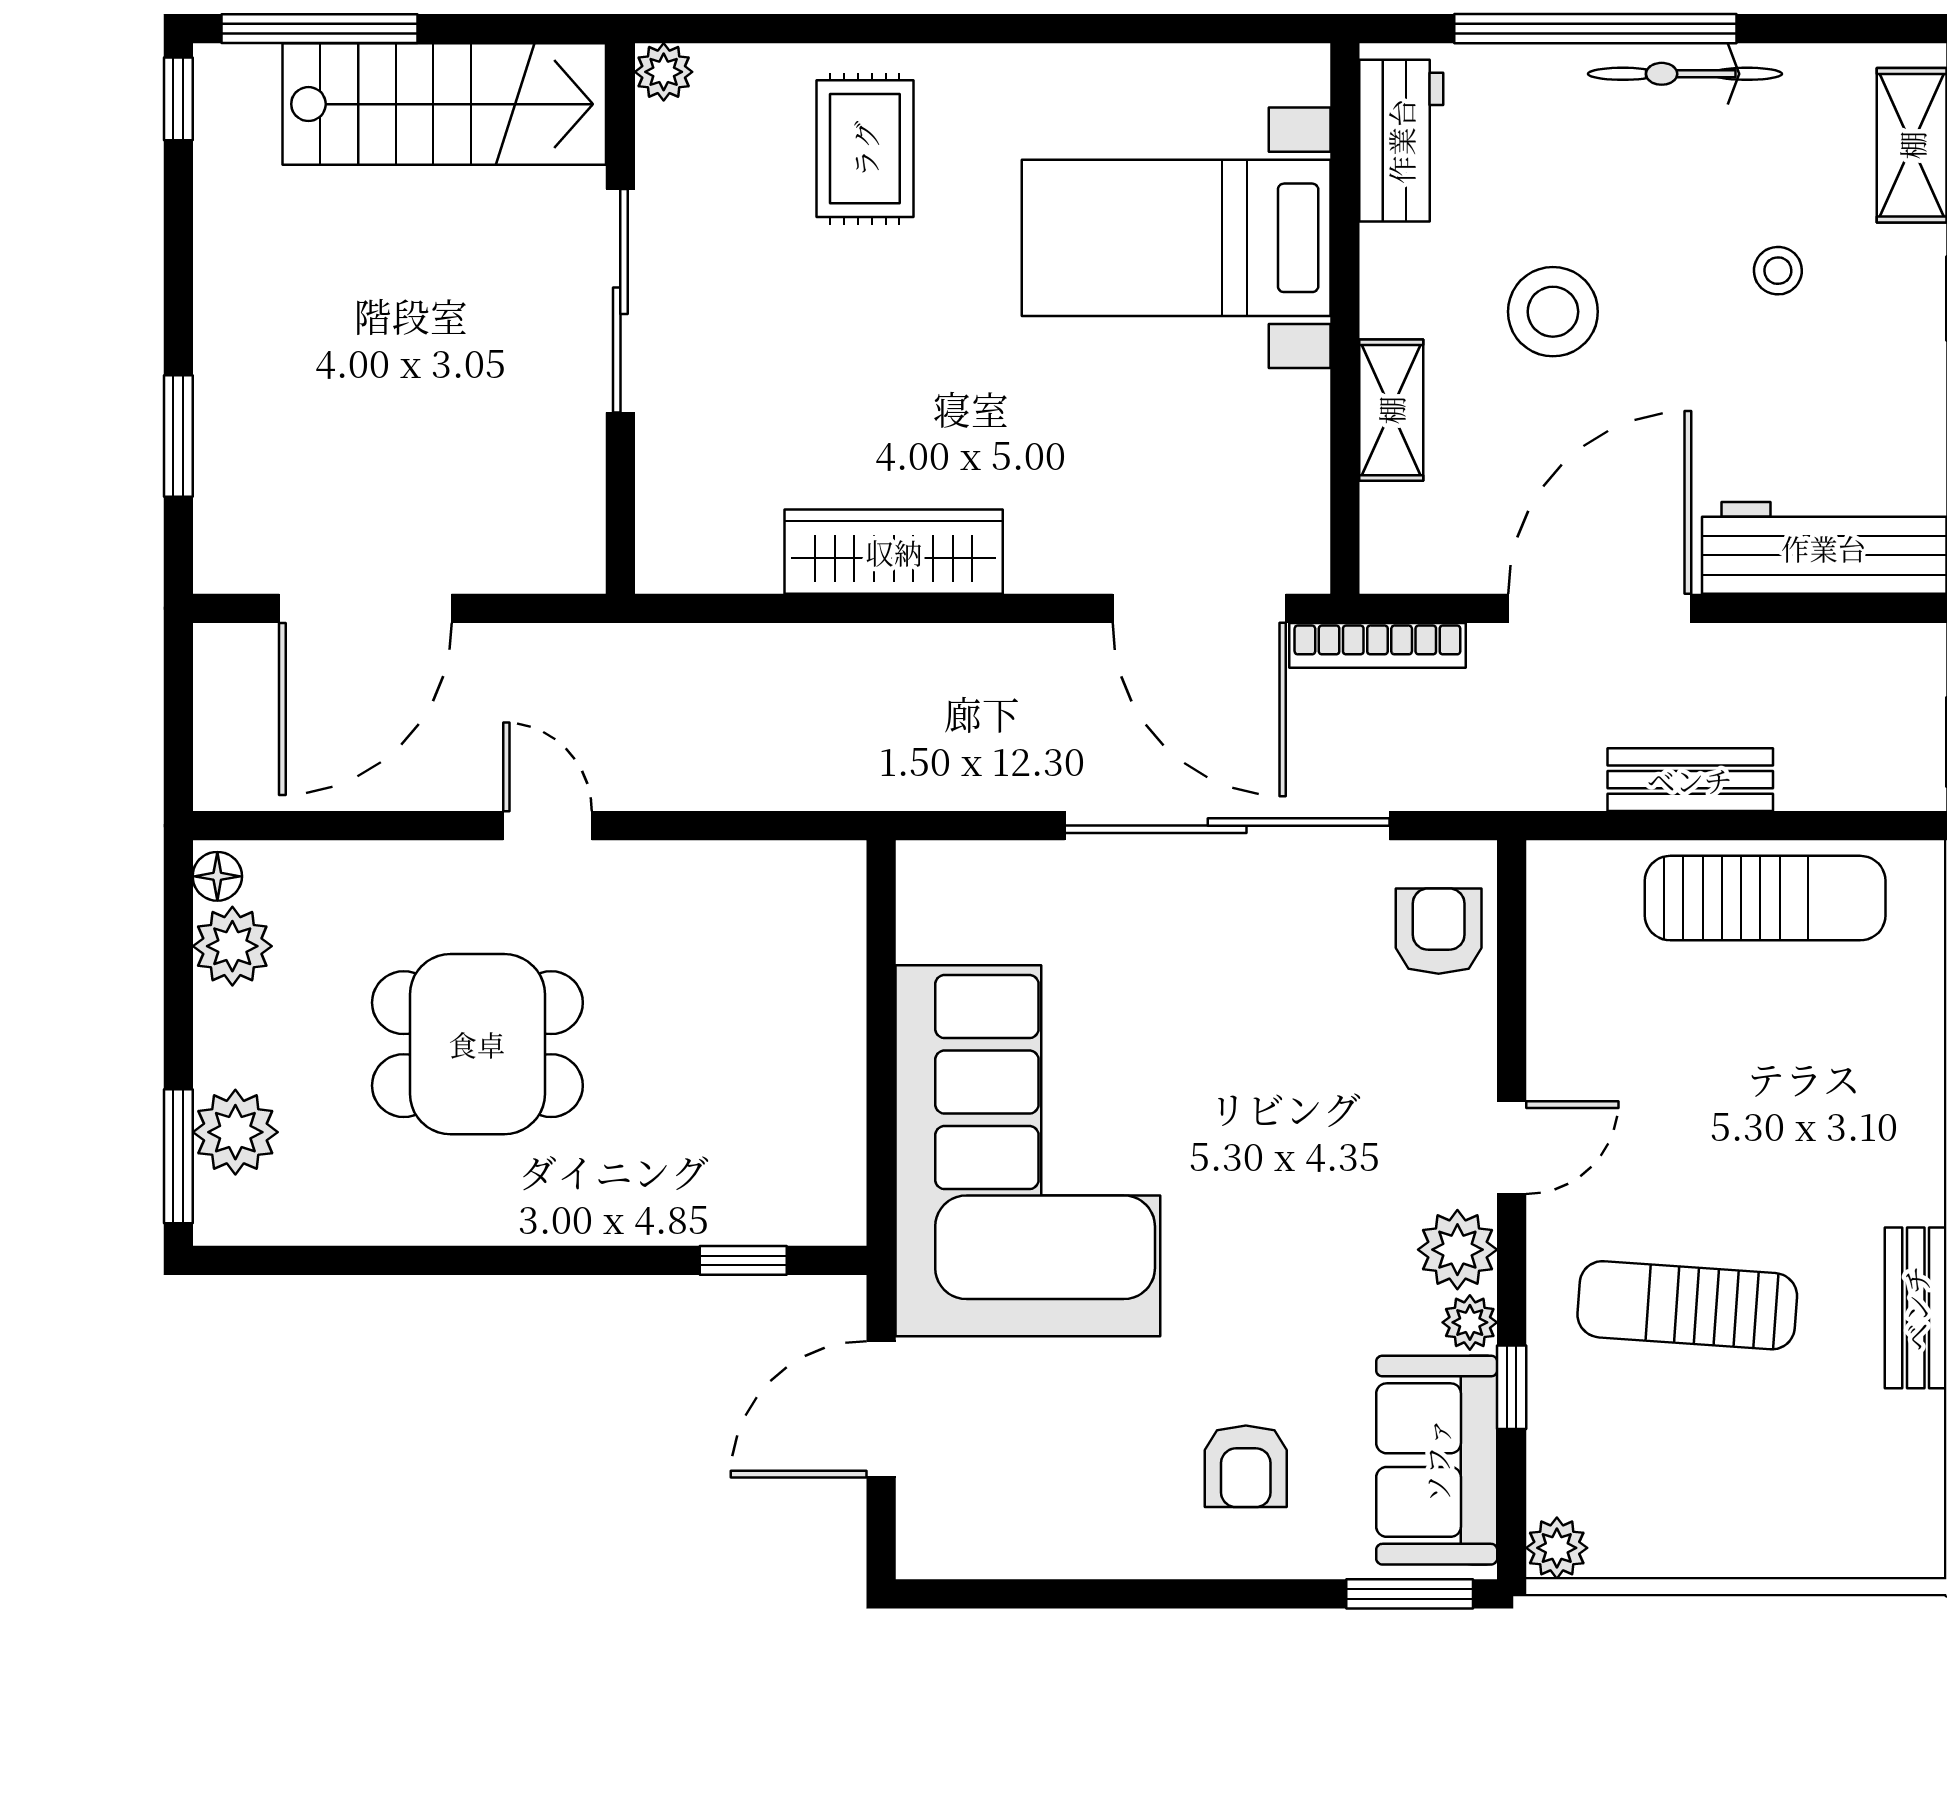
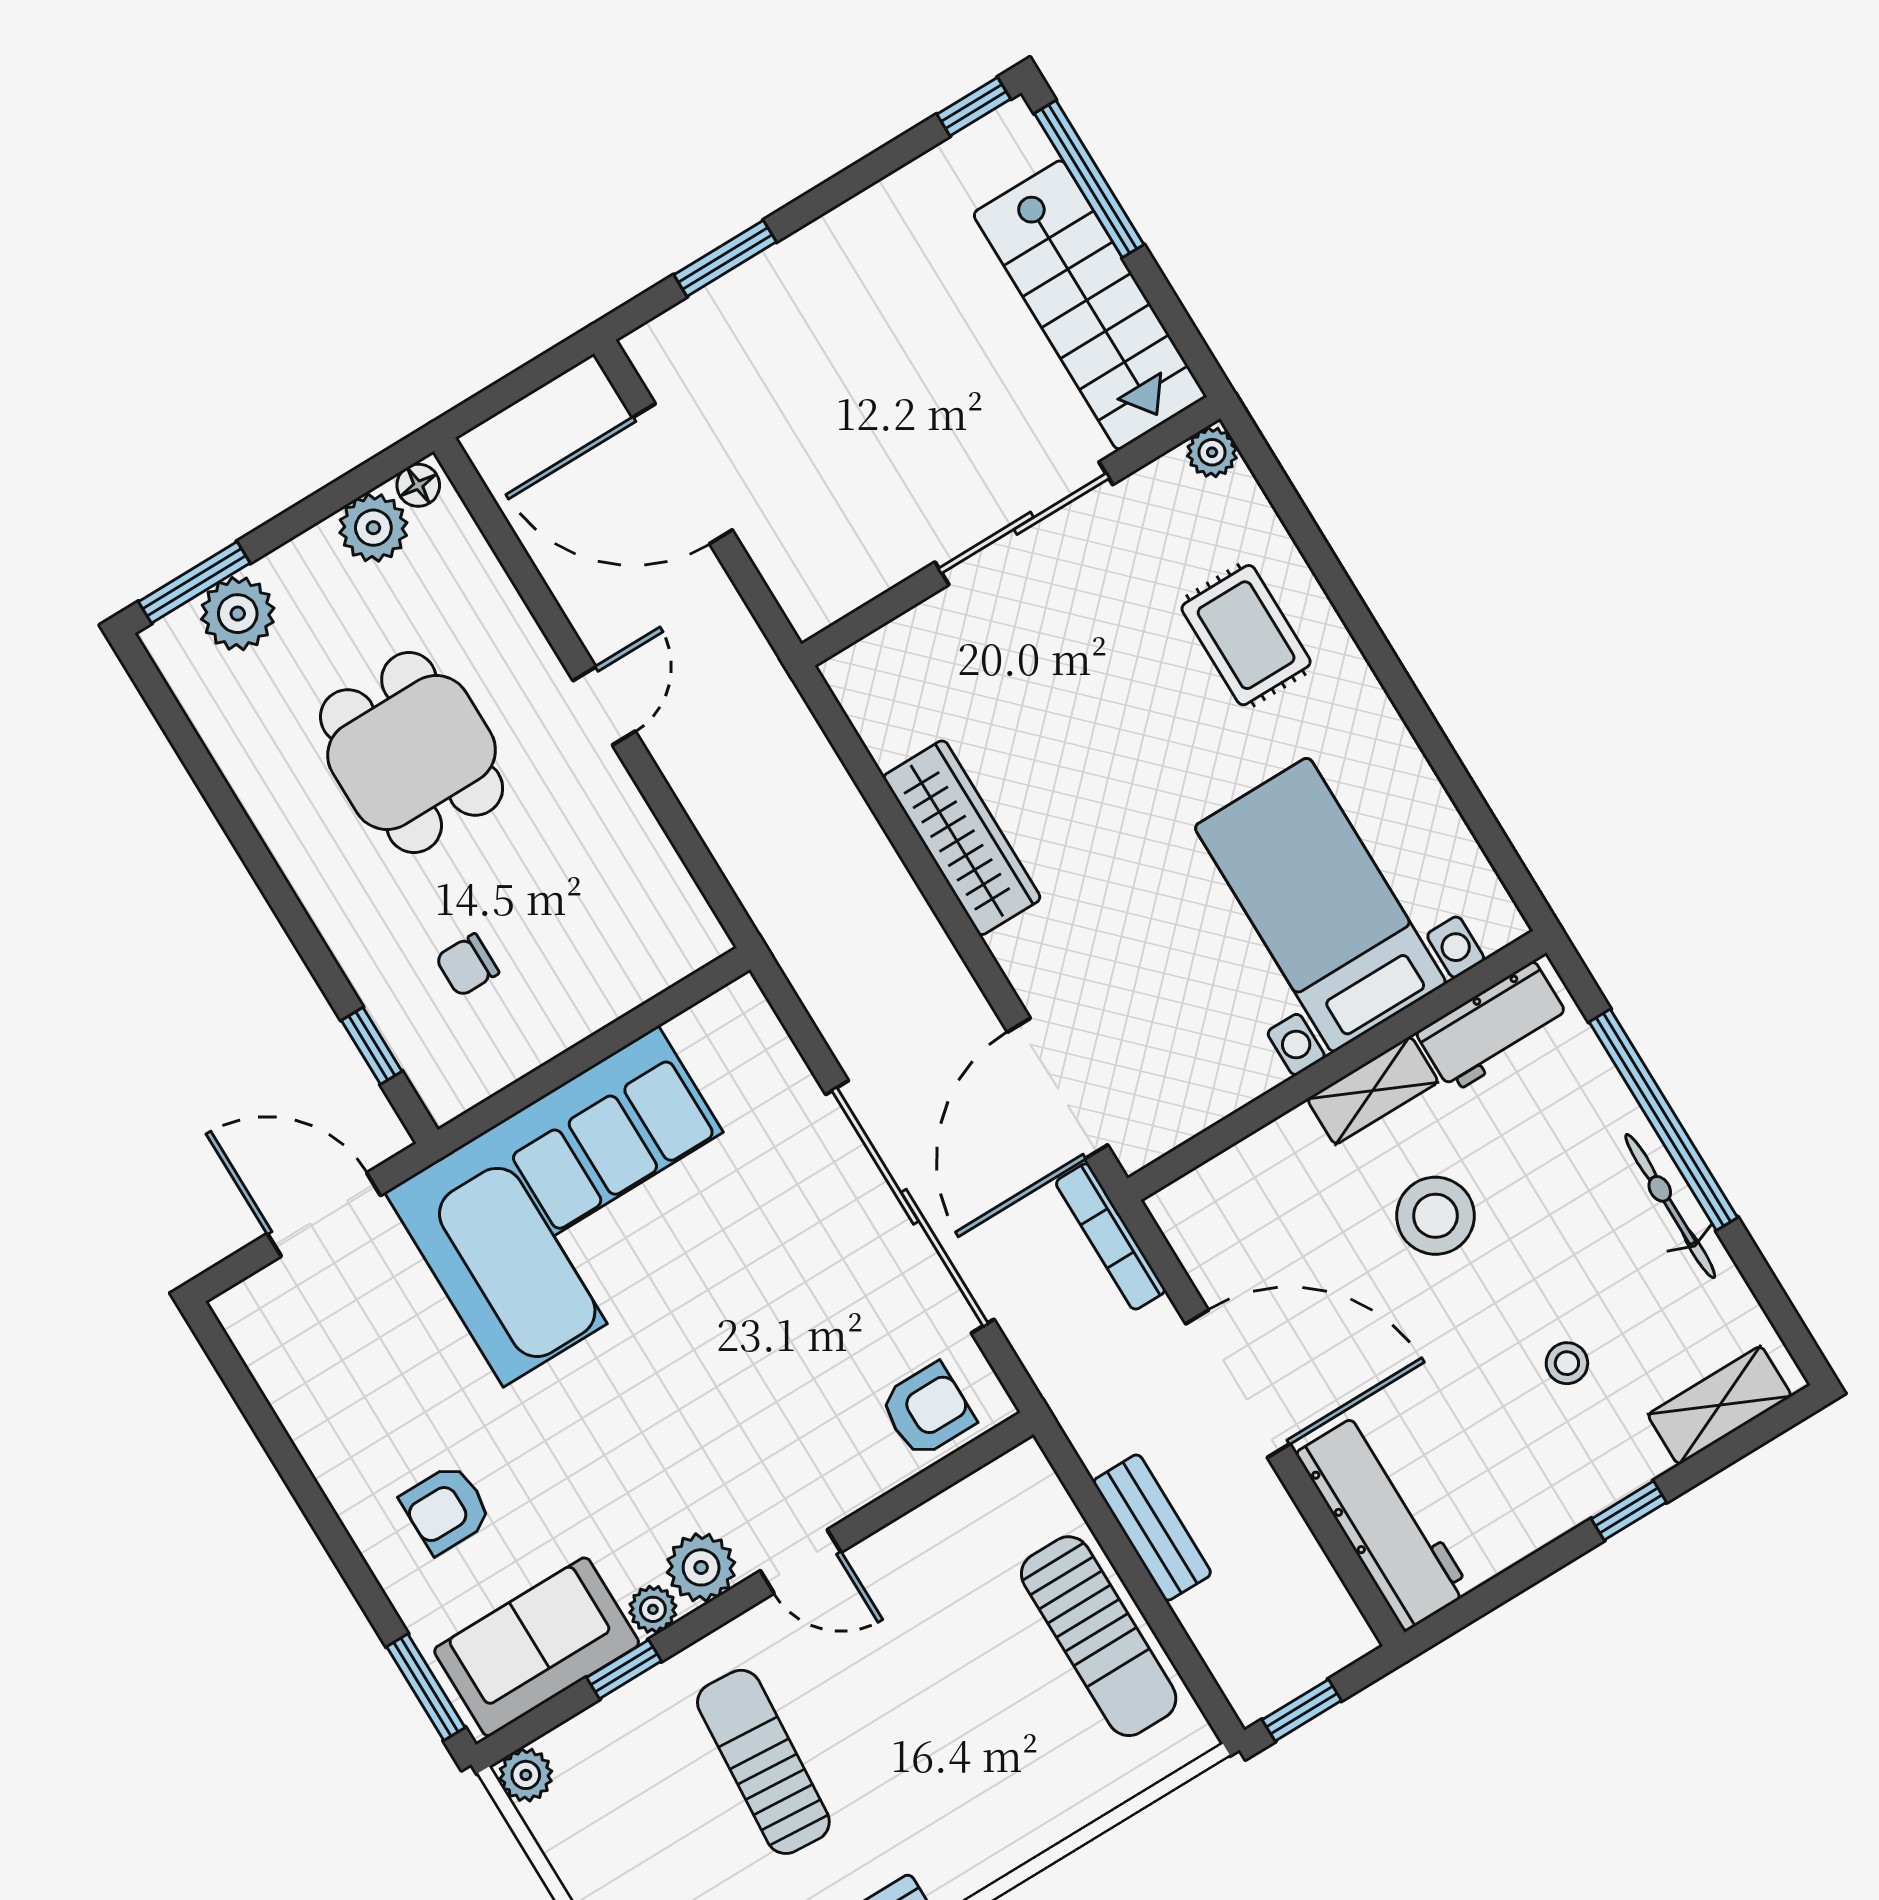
rug: (865, 149) -> (1246, 635), turned 90
shelving: (1391, 410) -> (1373, 1090), moved
chair: (721, 1117) -> (467, 965), added

